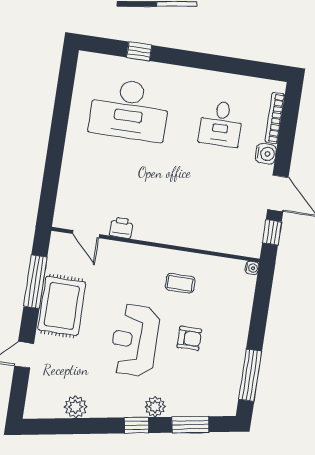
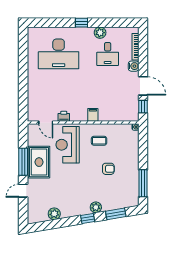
window: (139, 51) -> (81, 23), moved
plant: (213, 82) -> (100, 33), added
filing cabinet: (176, 233) -> (93, 115), added
window: (35, 282) -> (23, 162), moved
reception desk: (135, 340) -> (68, 145), moved

